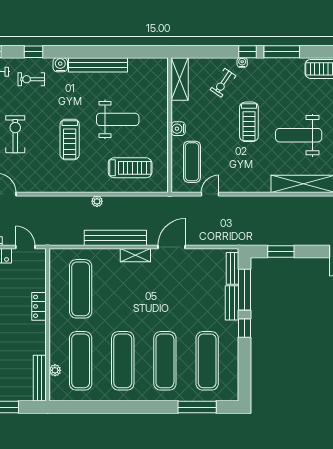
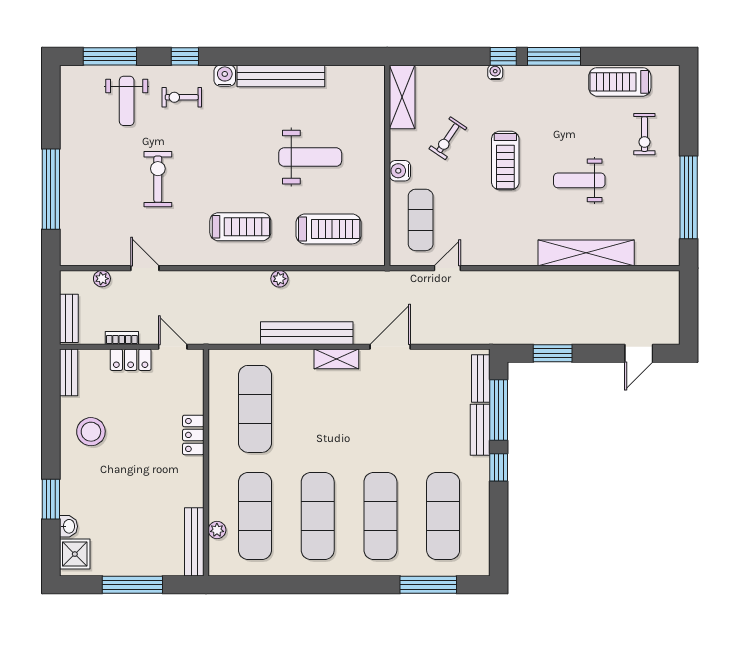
exercise bike: (223, 83) -> (448, 138), moved
weight bench: (299, 135) -> (579, 180), width x0.73, depth x0.75
treadmill: (70, 139) -> (240, 227), moved, turned -90

